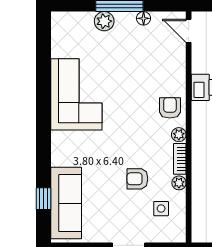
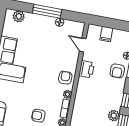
plant: (104, 21) -> (19, 16), moved
door: (189, 31) -> (83, 45), moved

